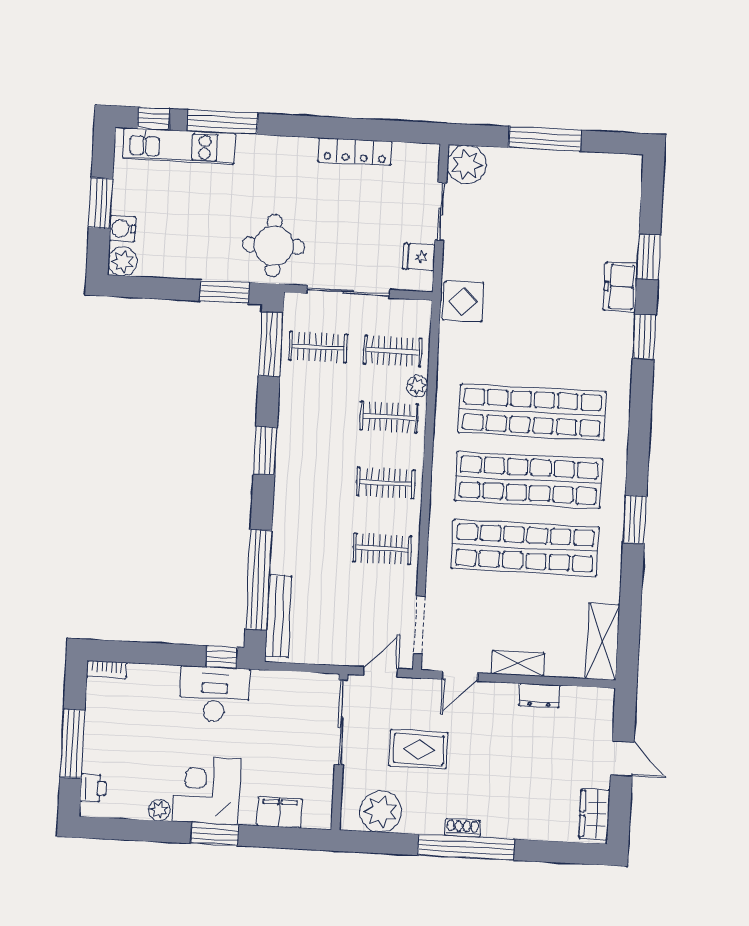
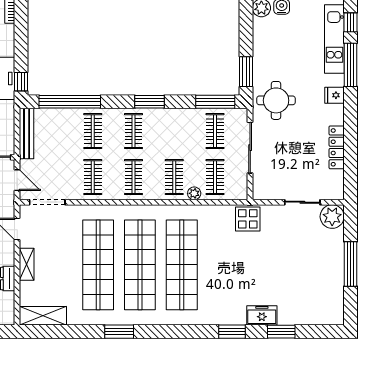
fridge: (419, 257) -> (334, 95), moved, turned -90
clothes rail: (311, 479) -> (134, 131), added
clothes rail: (308, 545) -> (93, 131), added
bench: (278, 616) -> (27, 134), moved, turned 90

